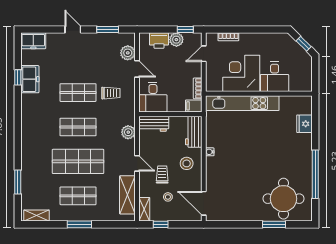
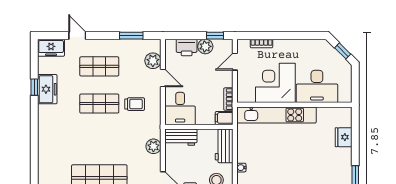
door: (73, 30) -> (77, 36), moved
desk: (275, 77) -> (317, 86), width x1.37
shop shelf: (78, 127) -> (99, 66), moved

